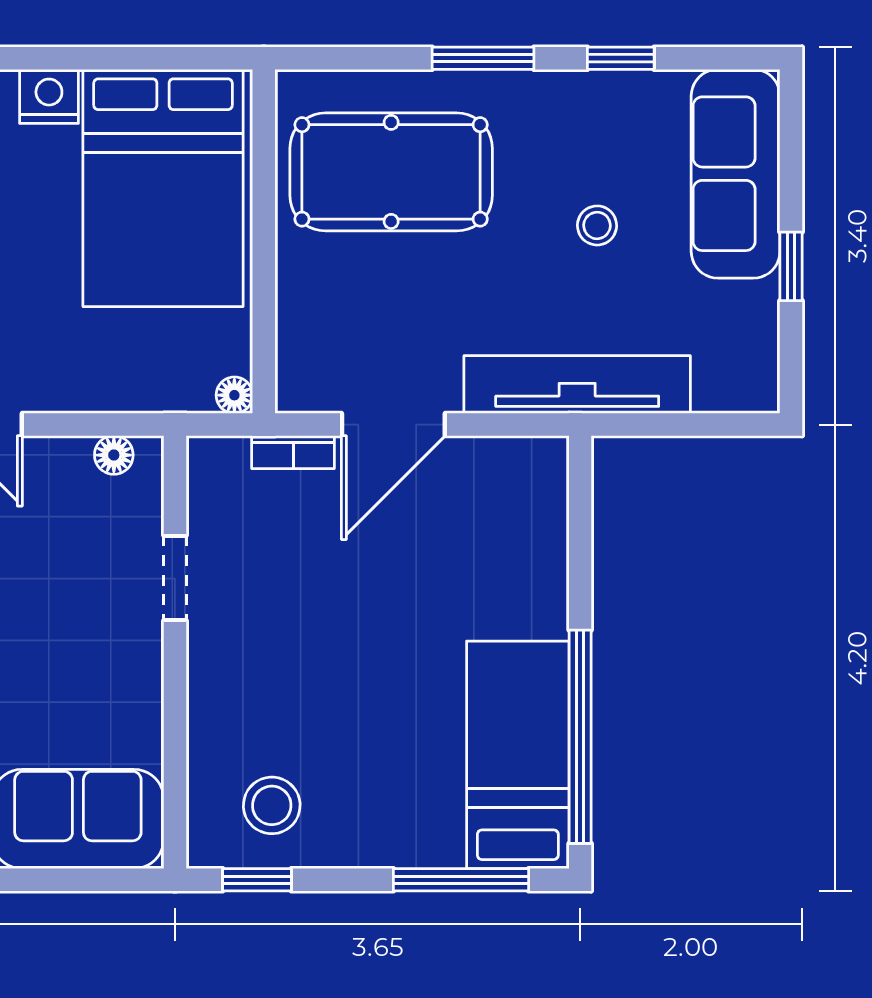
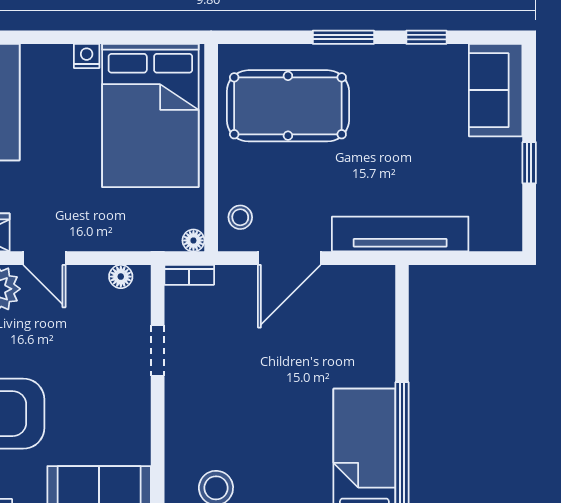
nightstand: (49, 96) -> (87, 56), width x0.72, depth x0.74
sofa: (736, 174) -> (496, 90), width x0.73
stool: (597, 225) -> (240, 217), moved
bookcase: (293, 452) -> (189, 275), moved

